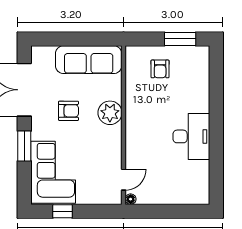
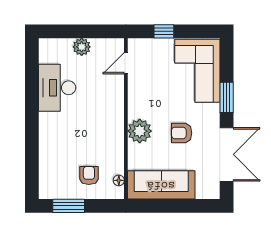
desk: (191, 136) -> (57, 88), moved
plant: (167, 196) -> (82, 47), added
floor lamp: (131, 199) -> (119, 180), moved
window: (63, 211) -> (164, 31), moved

